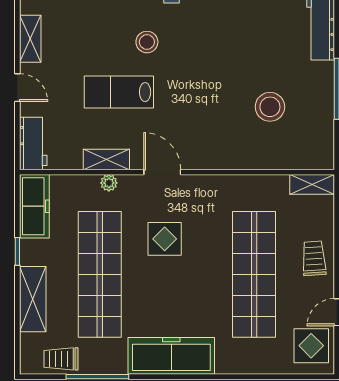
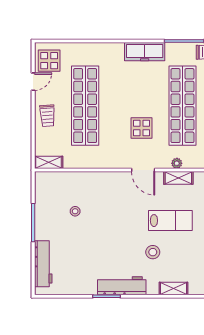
stool: (270, 107) -> (75, 211), width x0.53, depth x0.53
freezer: (171, 356) -> (145, 52), width x0.73, depth x0.79

